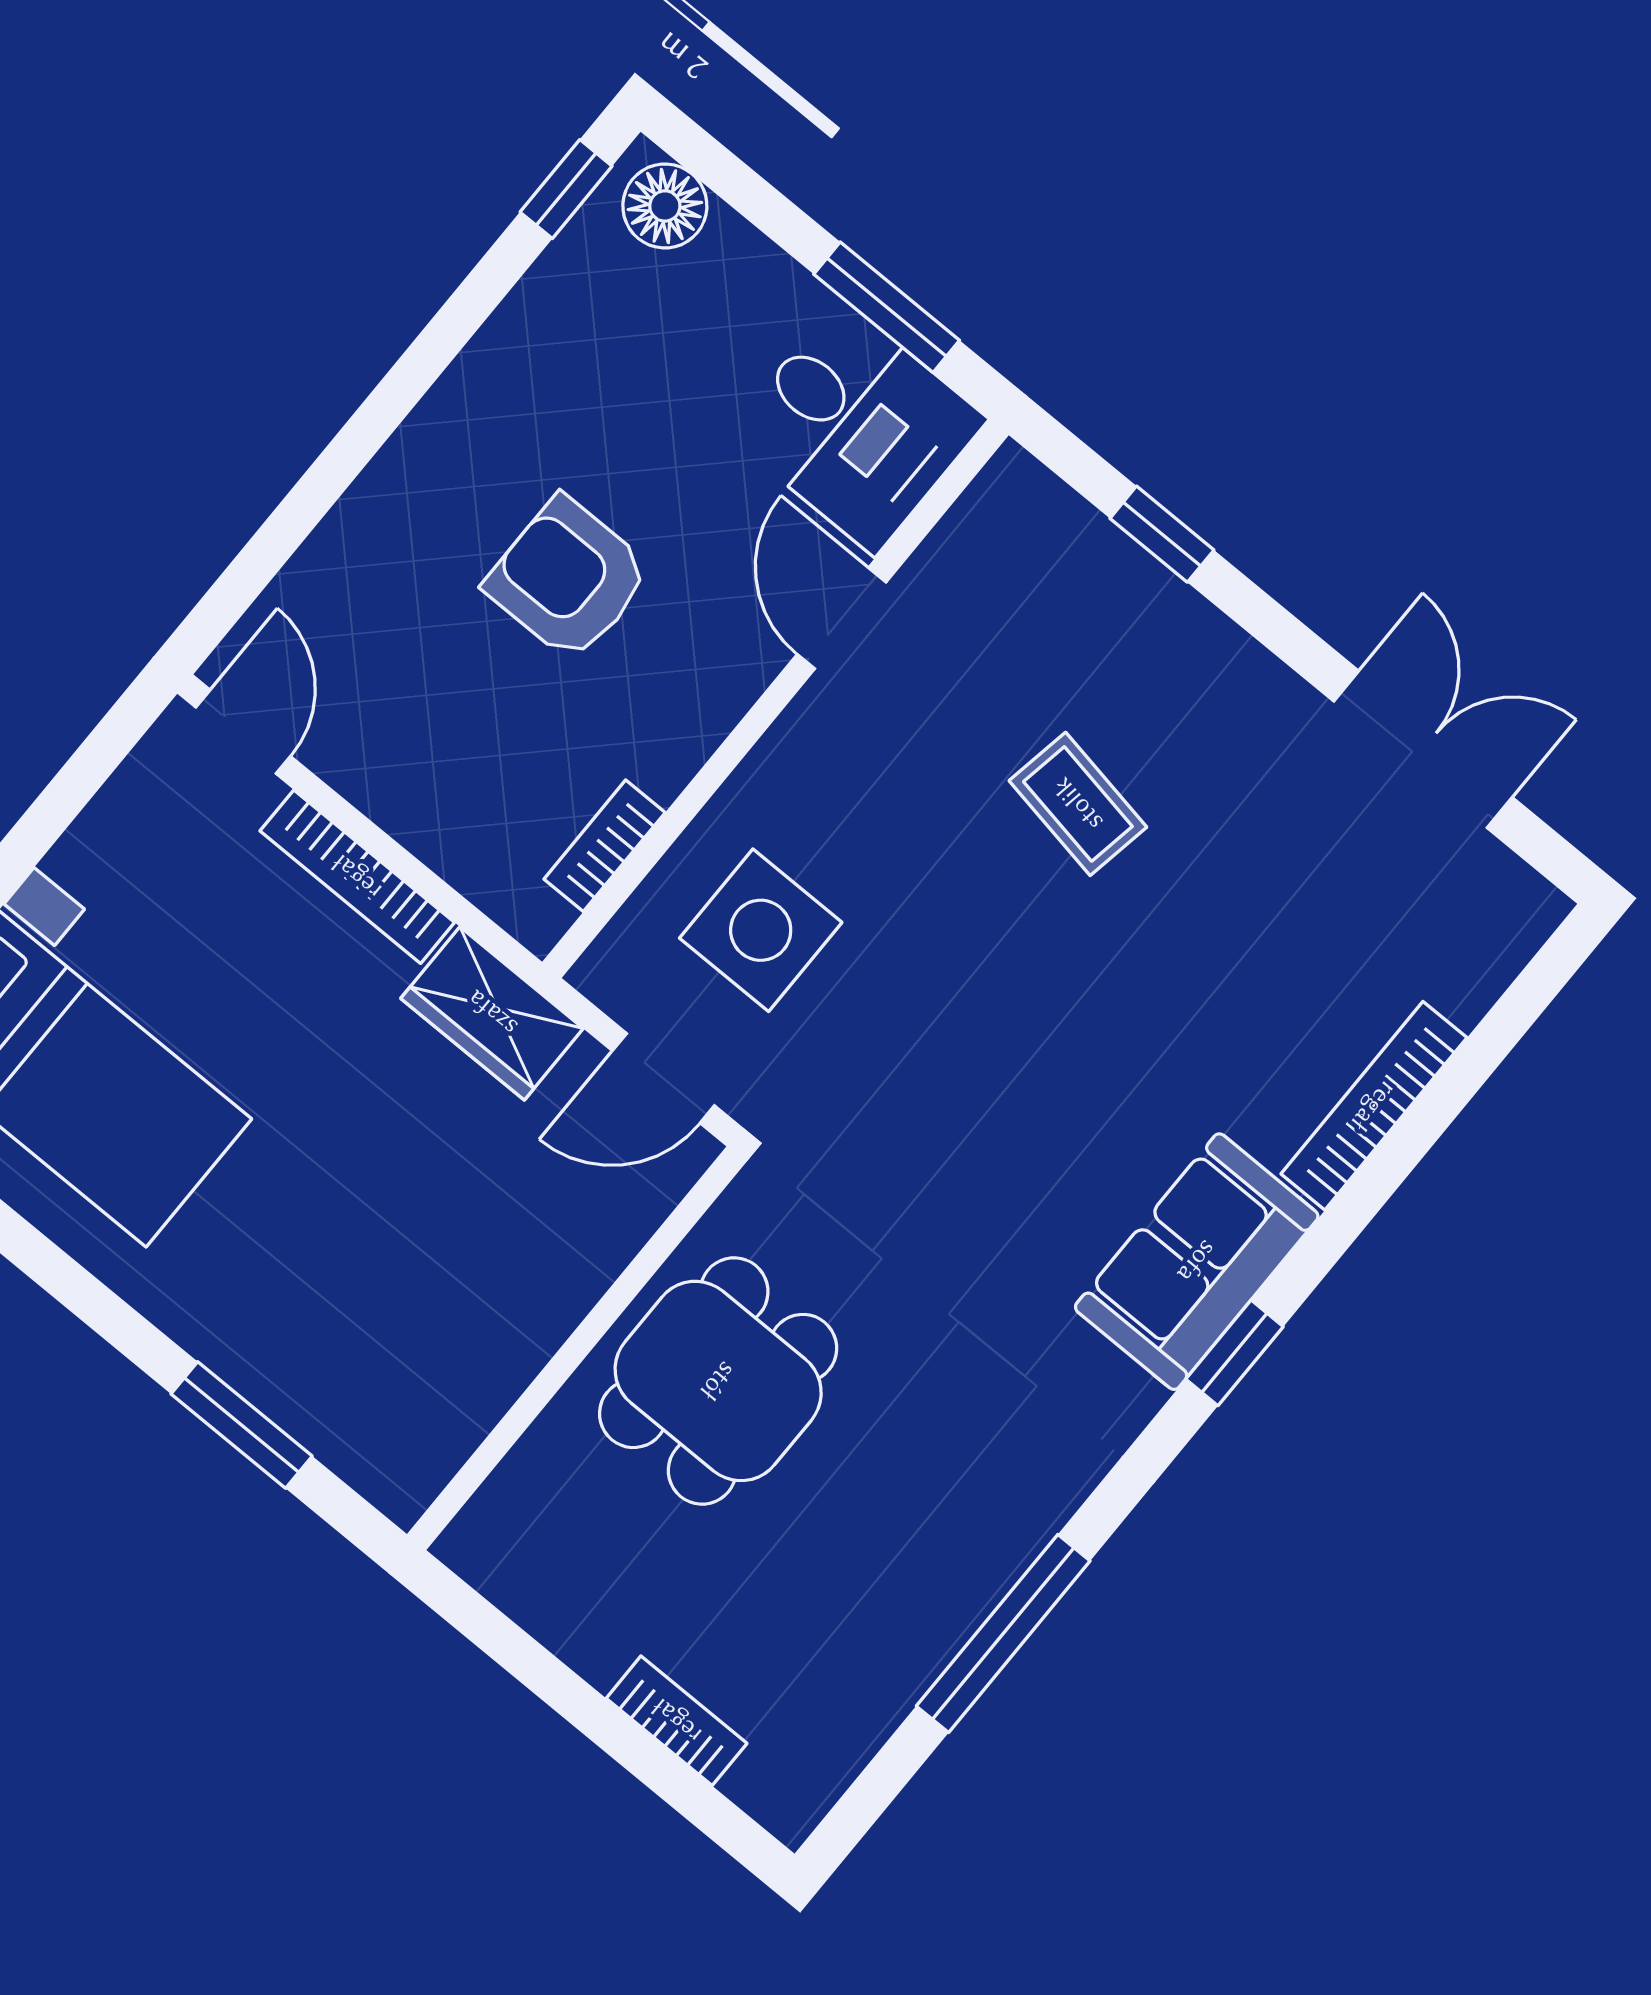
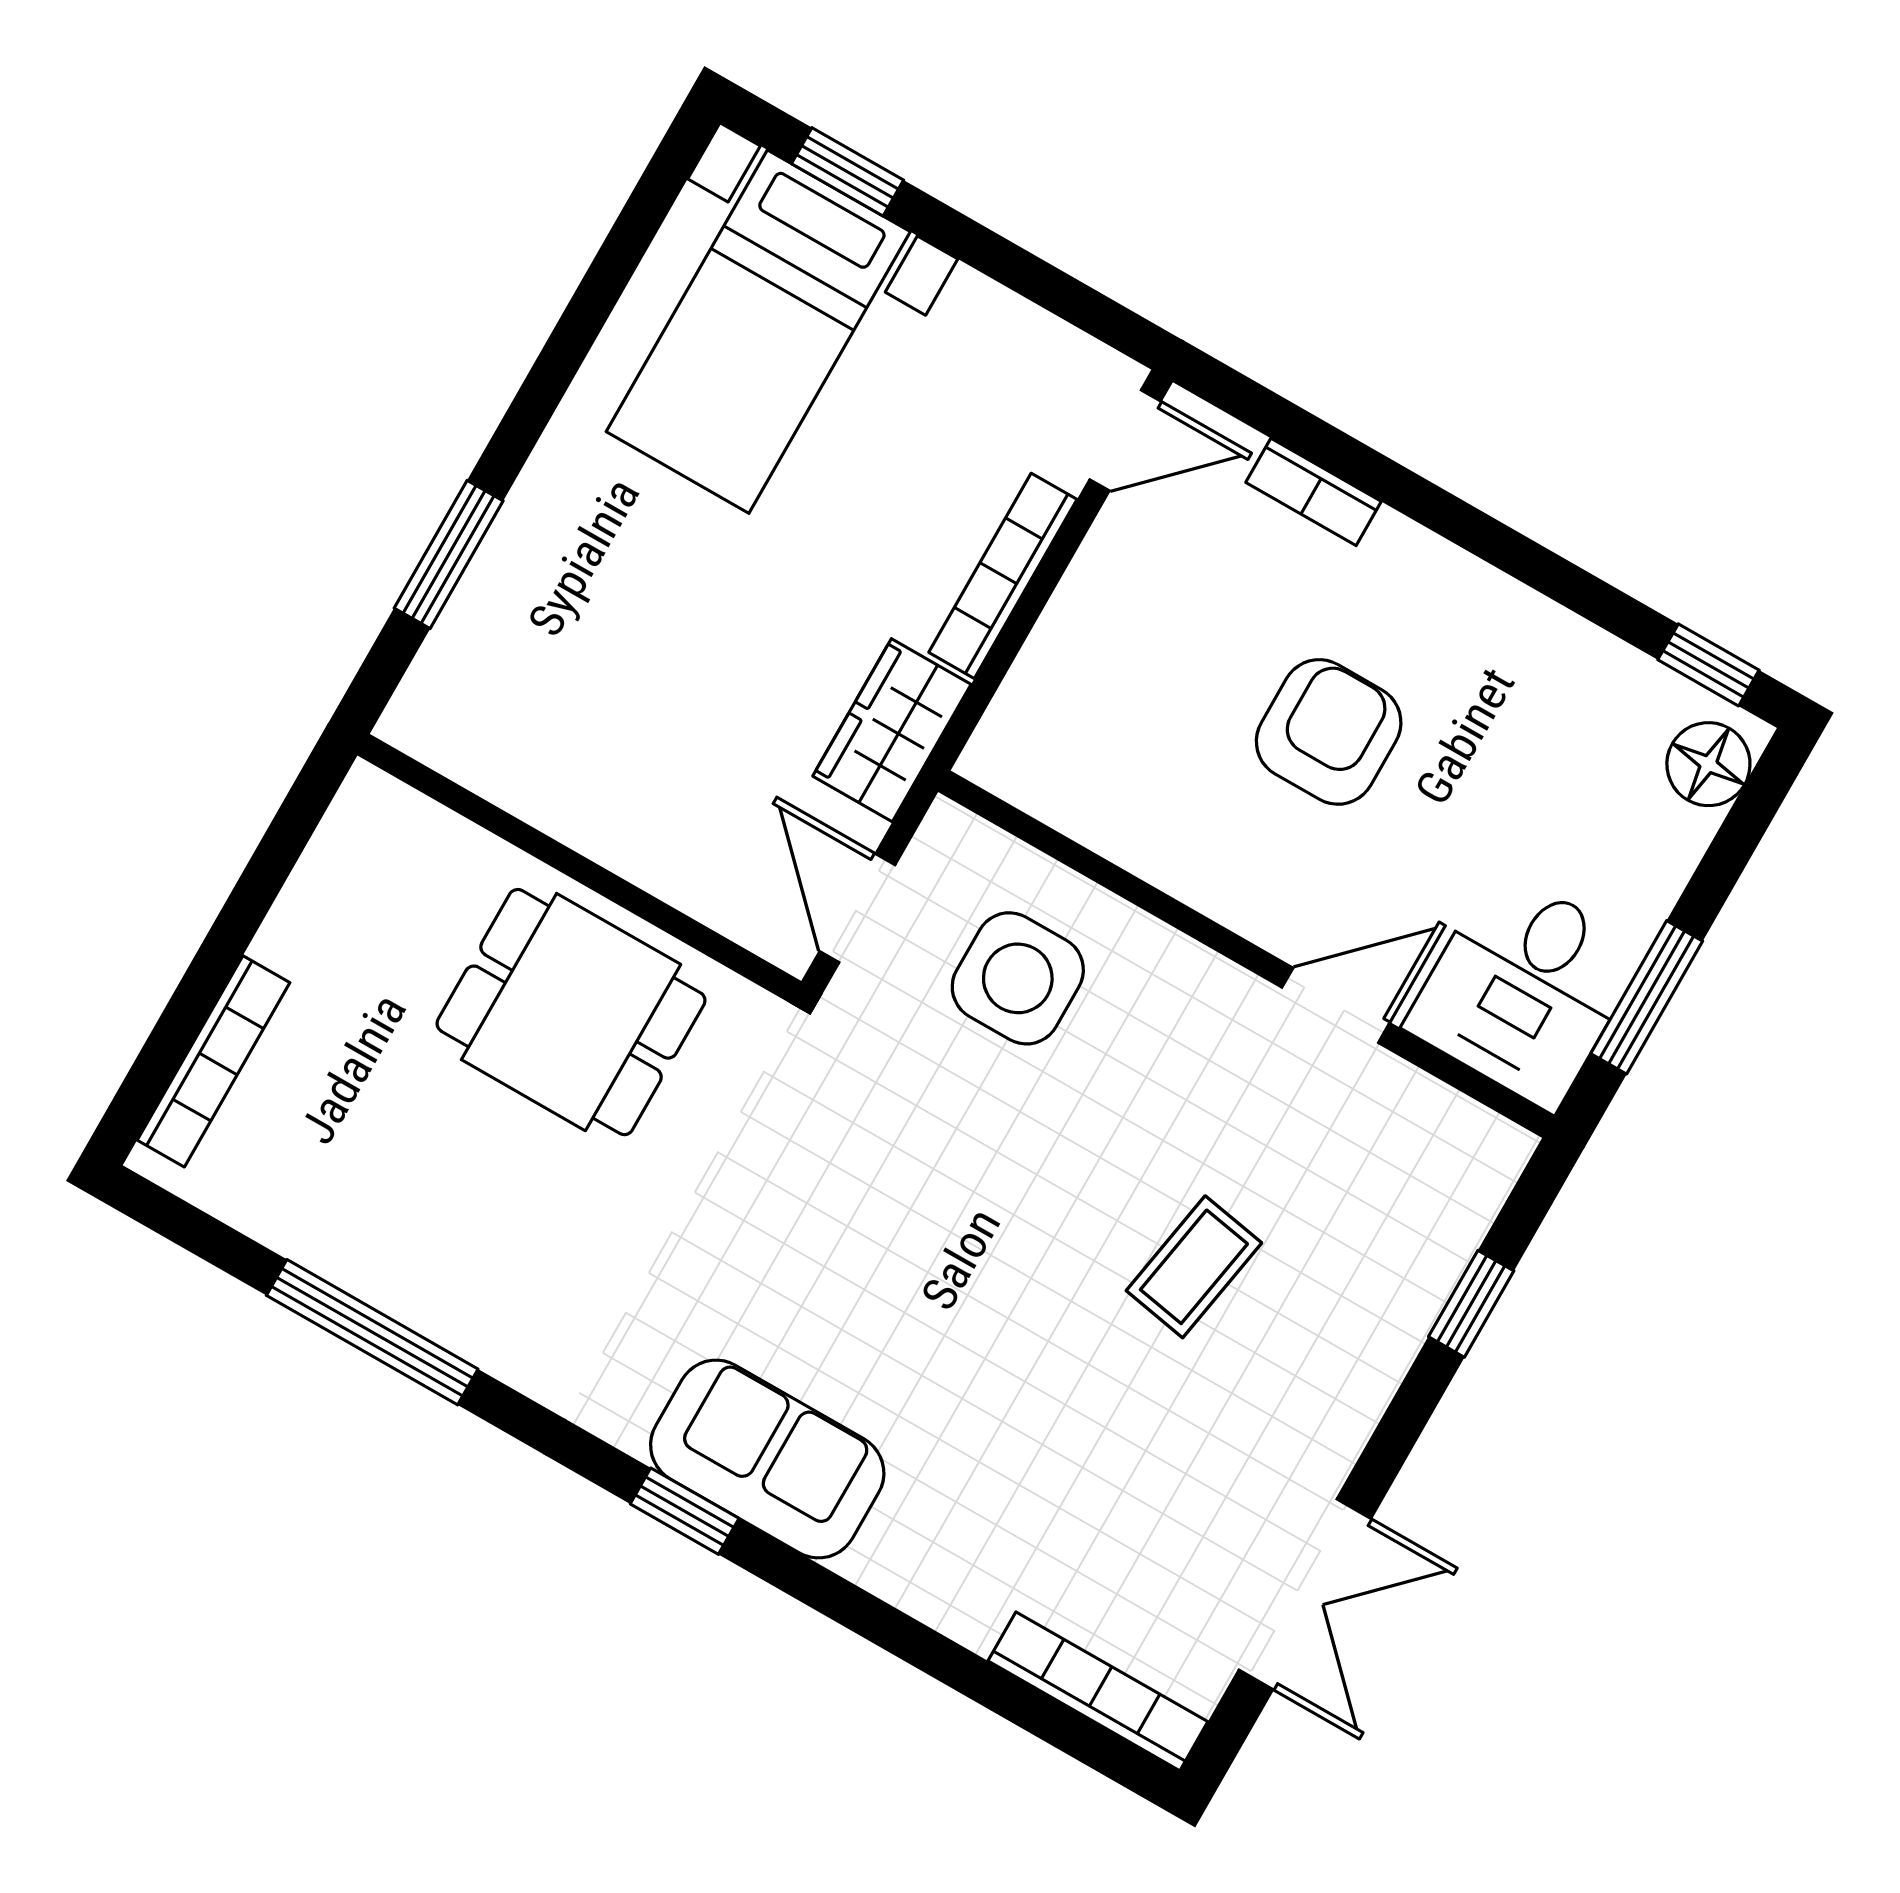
bookcase: (605, 846) -> (1314, 492), moved, turned 180
bookcase: (1374, 1106) -> (1098, 1691), moved
bookcase: (677, 1721) -> (214, 1061), width x1.56

